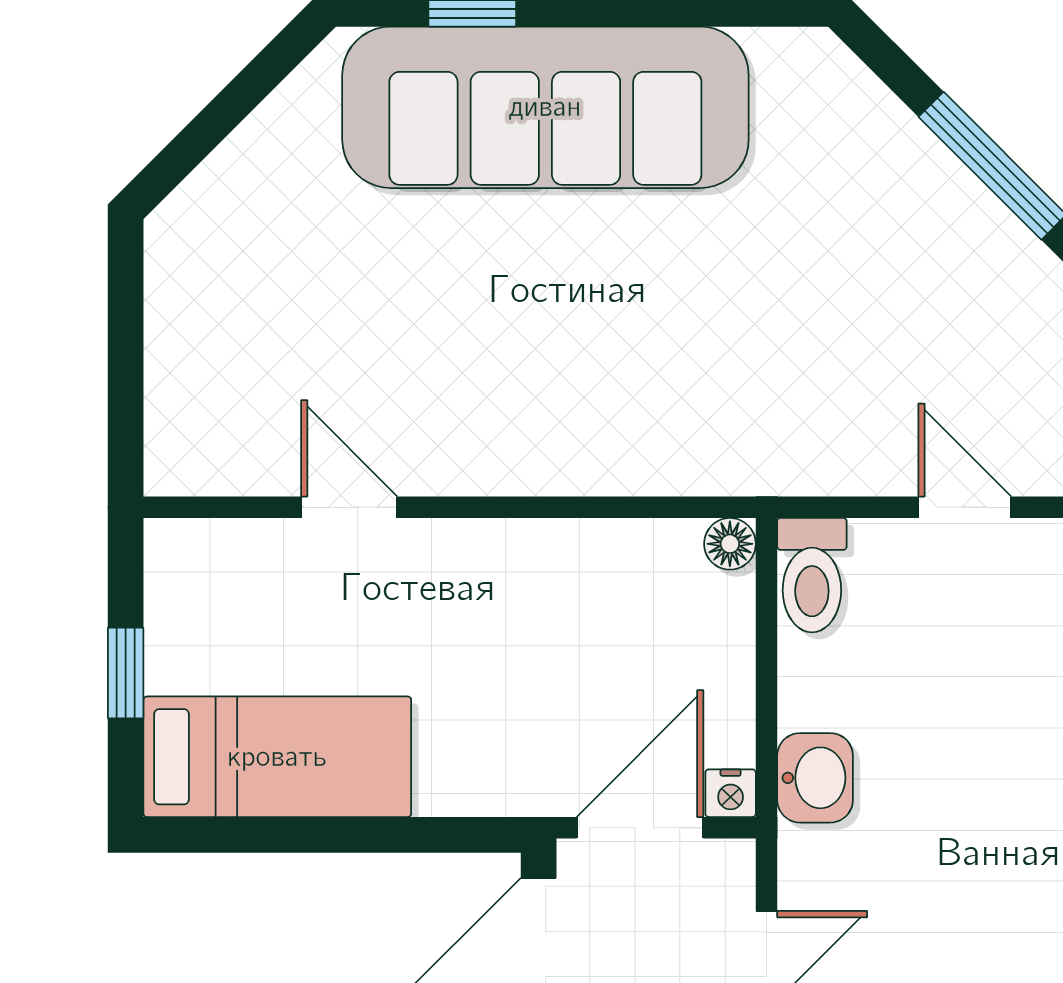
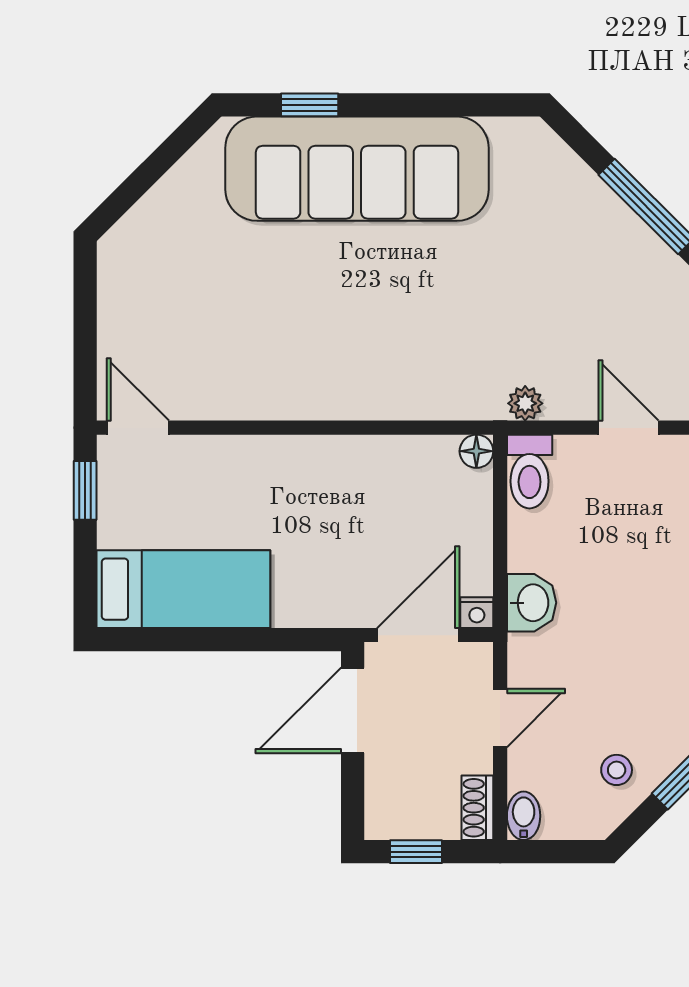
plant: (805, 470) -> (525, 403), added
door: (349, 507) -> (138, 428), moved
window: (126, 673) -> (85, 490), moved

